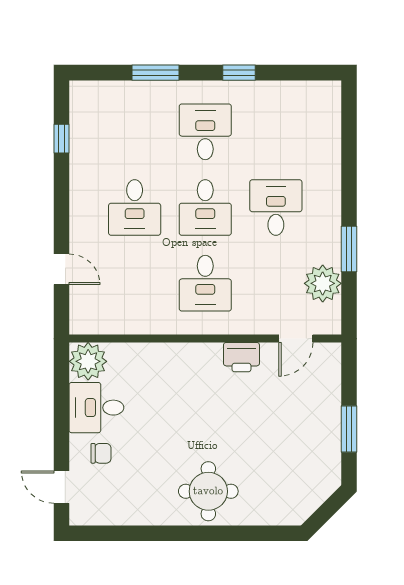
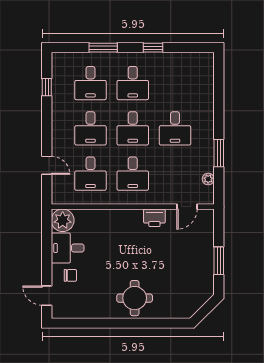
desk: (135, 132) -> (90, 83), added
desk: (205, 132) -> (133, 83), turned 180
desk: (276, 207) -> (175, 128), turned 180
desk: (135, 283) -> (90, 174), added
plant: (323, 283) -> (208, 179), width x0.53, depth x0.53

